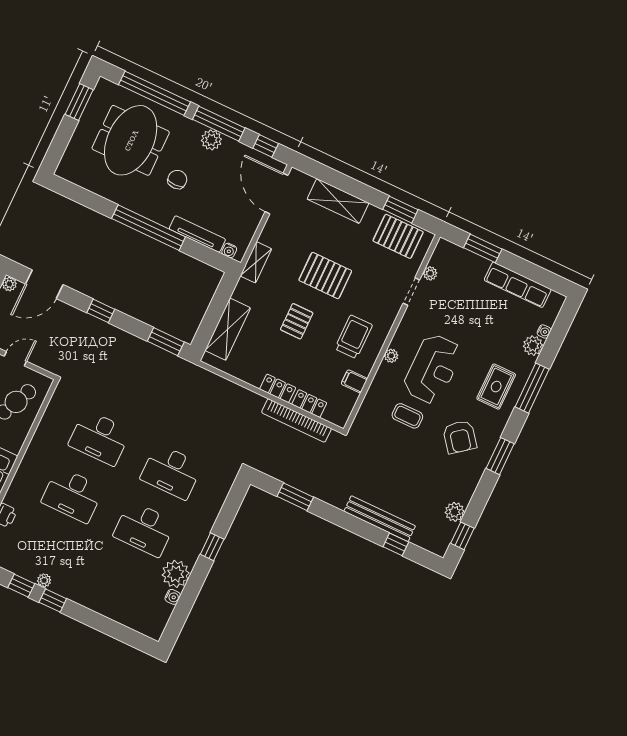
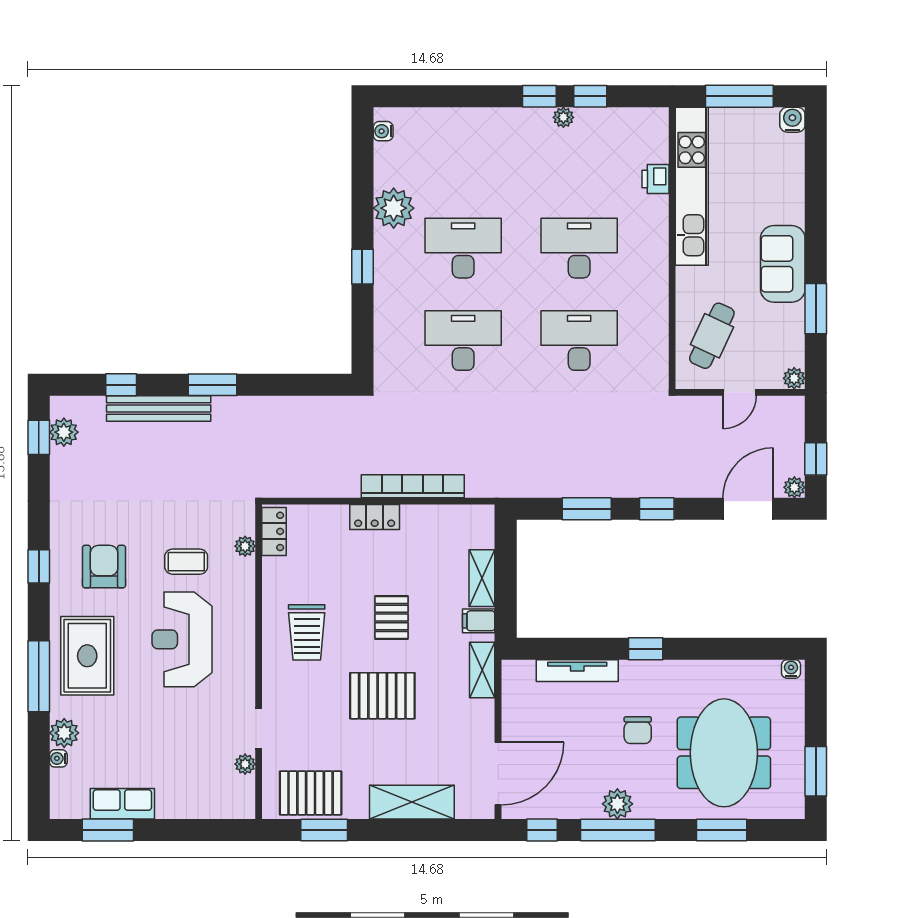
window: (154, 93) -> (722, 830), width x0.47
door: (276, 193) -> (498, 774), hinge flipped
window: (149, 228) -> (646, 649), width x0.32
window: (483, 248) -> (108, 830), moved
water cooler: (229, 250) -> (791, 669), moved
row of seats: (518, 285) -> (122, 804), width x0.68
shelving: (228, 329) -> (482, 578), width x0.67, depth x0.75
window: (166, 342) -> (587, 509), moved
plant: (391, 356) -> (245, 546), moved
filing cabinet: (354, 381) -> (479, 621), moved, turned 180
rug: (496, 387) -> (87, 656), width x1.36, depth x1.43
locker: (309, 404) -> (274, 531), moved, turned -90
bookcase: (296, 420) -> (413, 486), moved
armchair: (460, 437) -> (104, 567), turned 38
window: (500, 456) -> (39, 566), width x0.67
window: (295, 497) -> (213, 385), moved
plant: (455, 512) -> (64, 432), moved
water cooler: (173, 597) -> (383, 131), moved

